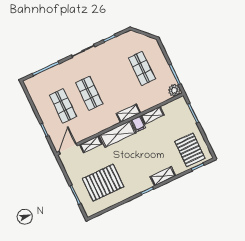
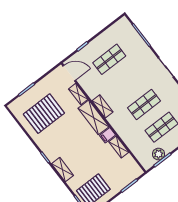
plant: (174, 90) -> (159, 154), moved
shop shelf: (89, 93) -> (144, 104), moved
shelving: (128, 113) -> (103, 106), moved
pallet: (103, 183) -> (44, 114), turned 90

